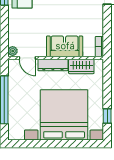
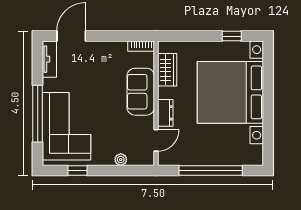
plant: (13, 51) -> (121, 160), moved
dresser: (53, 65) -> (165, 113), width x0.70

